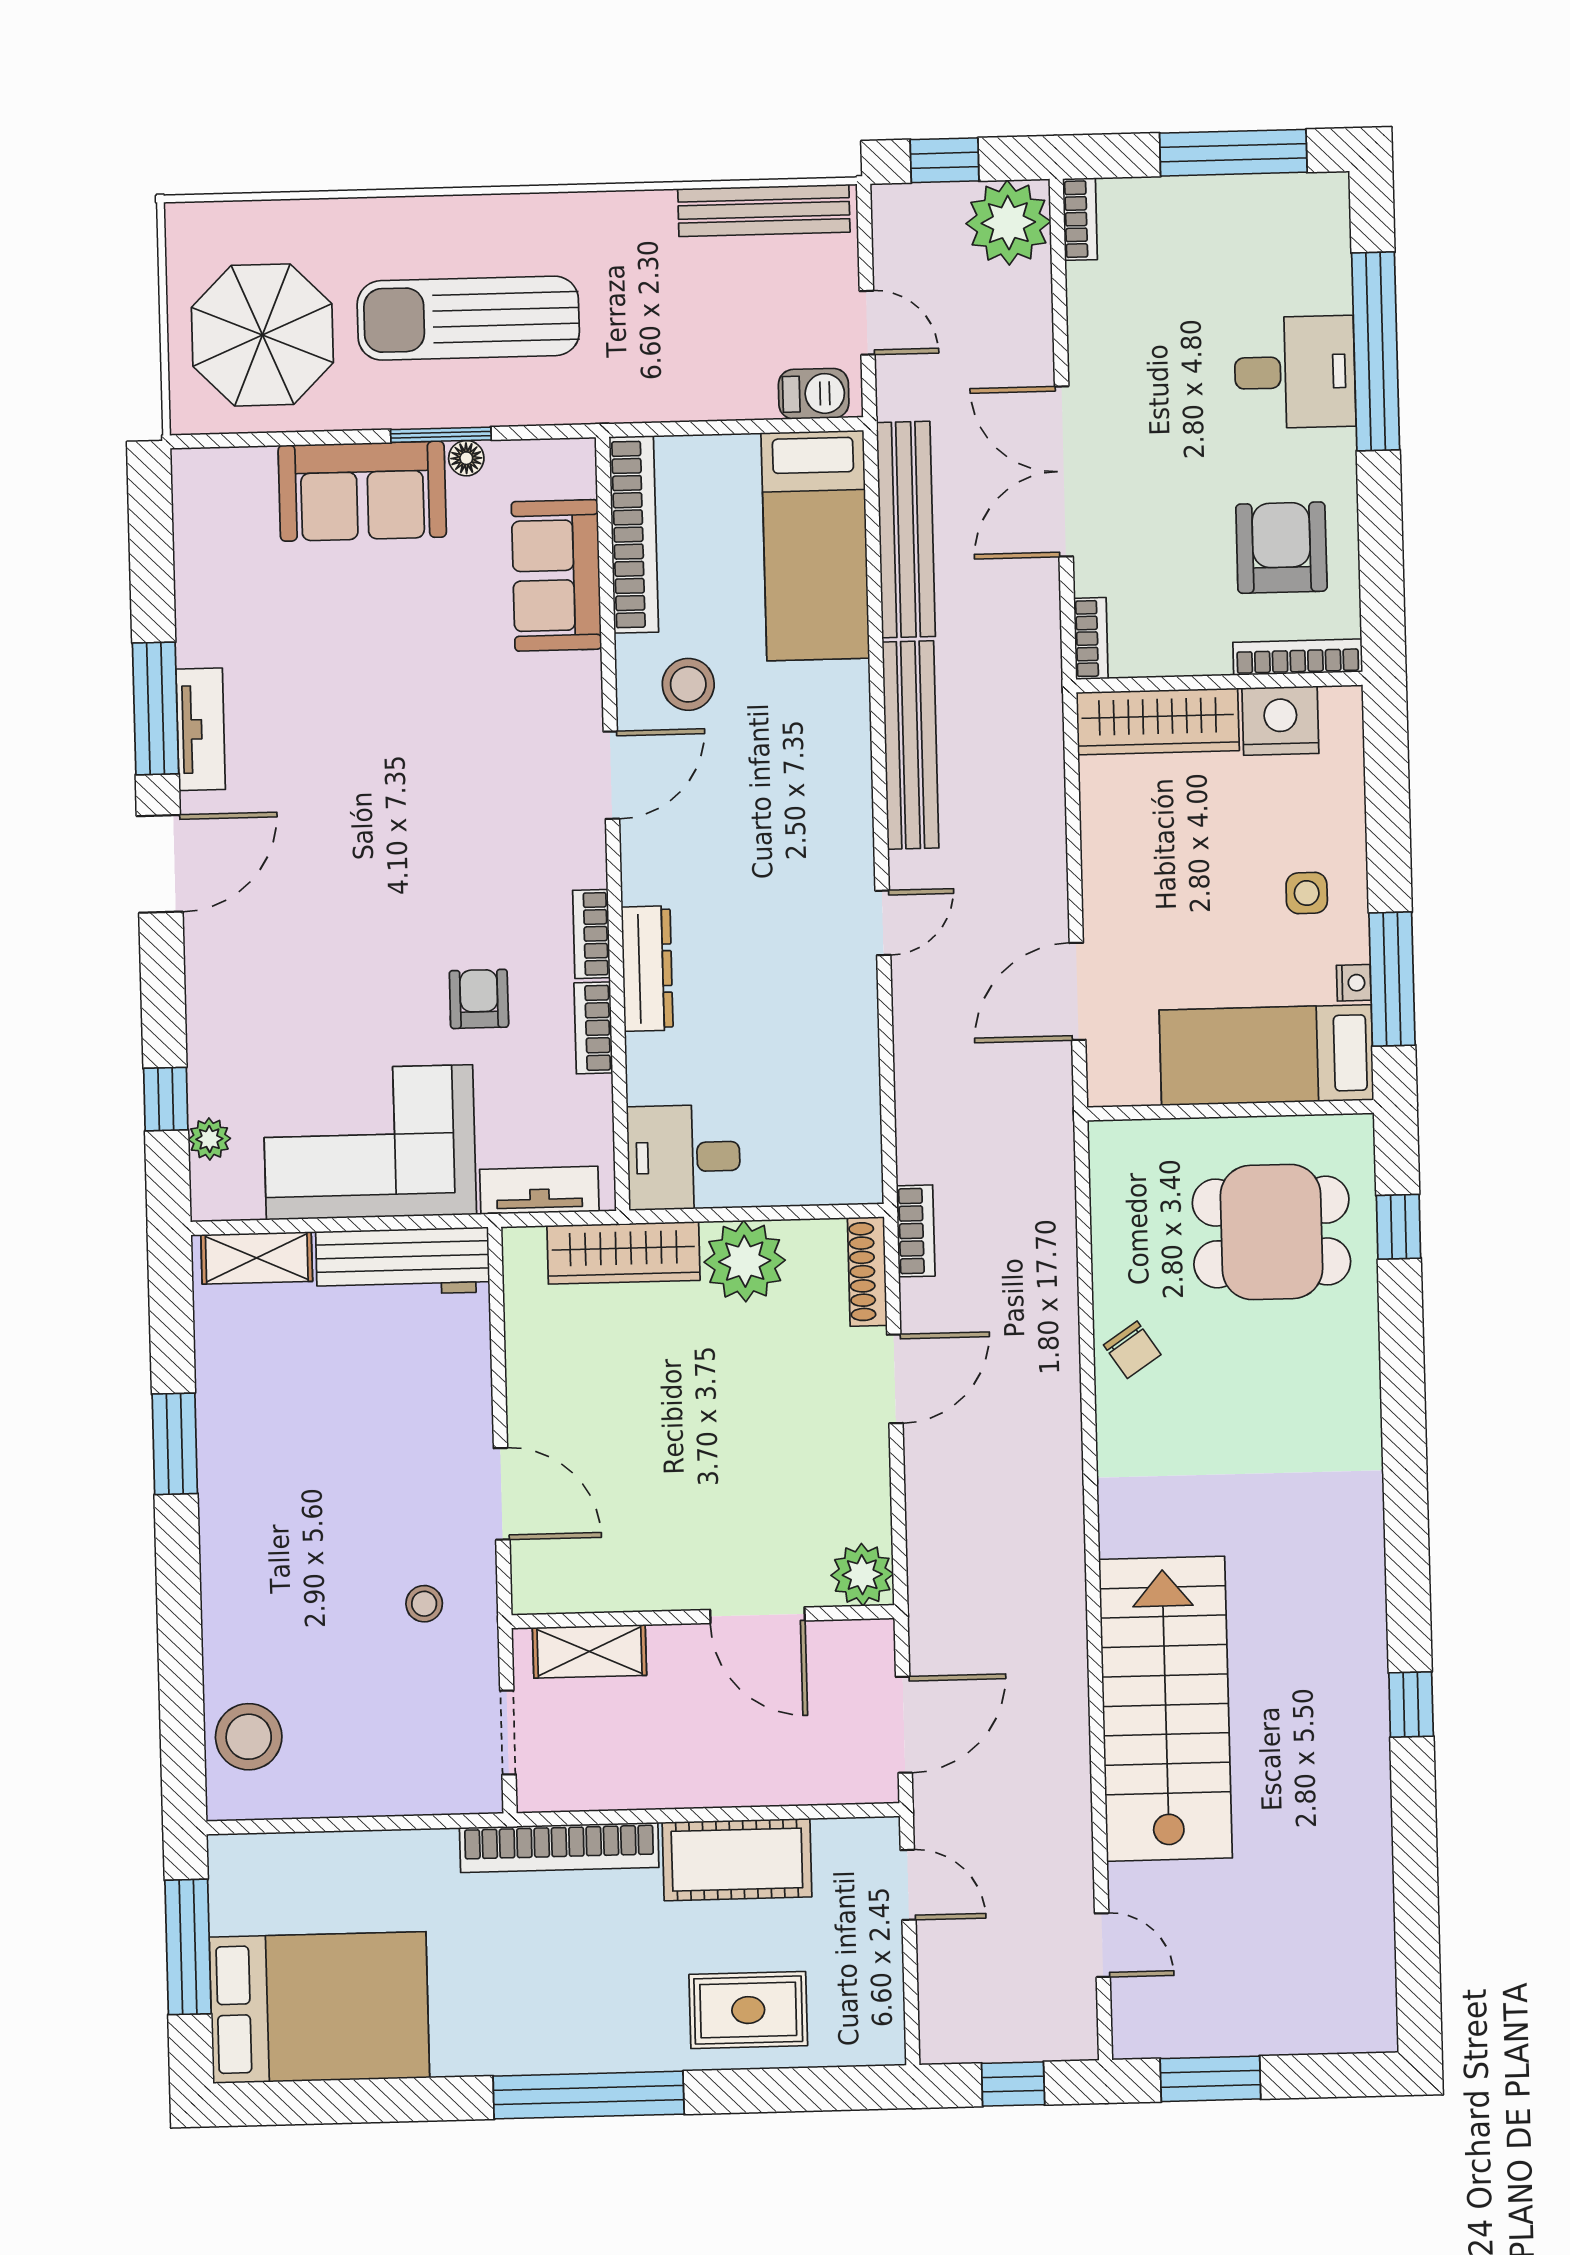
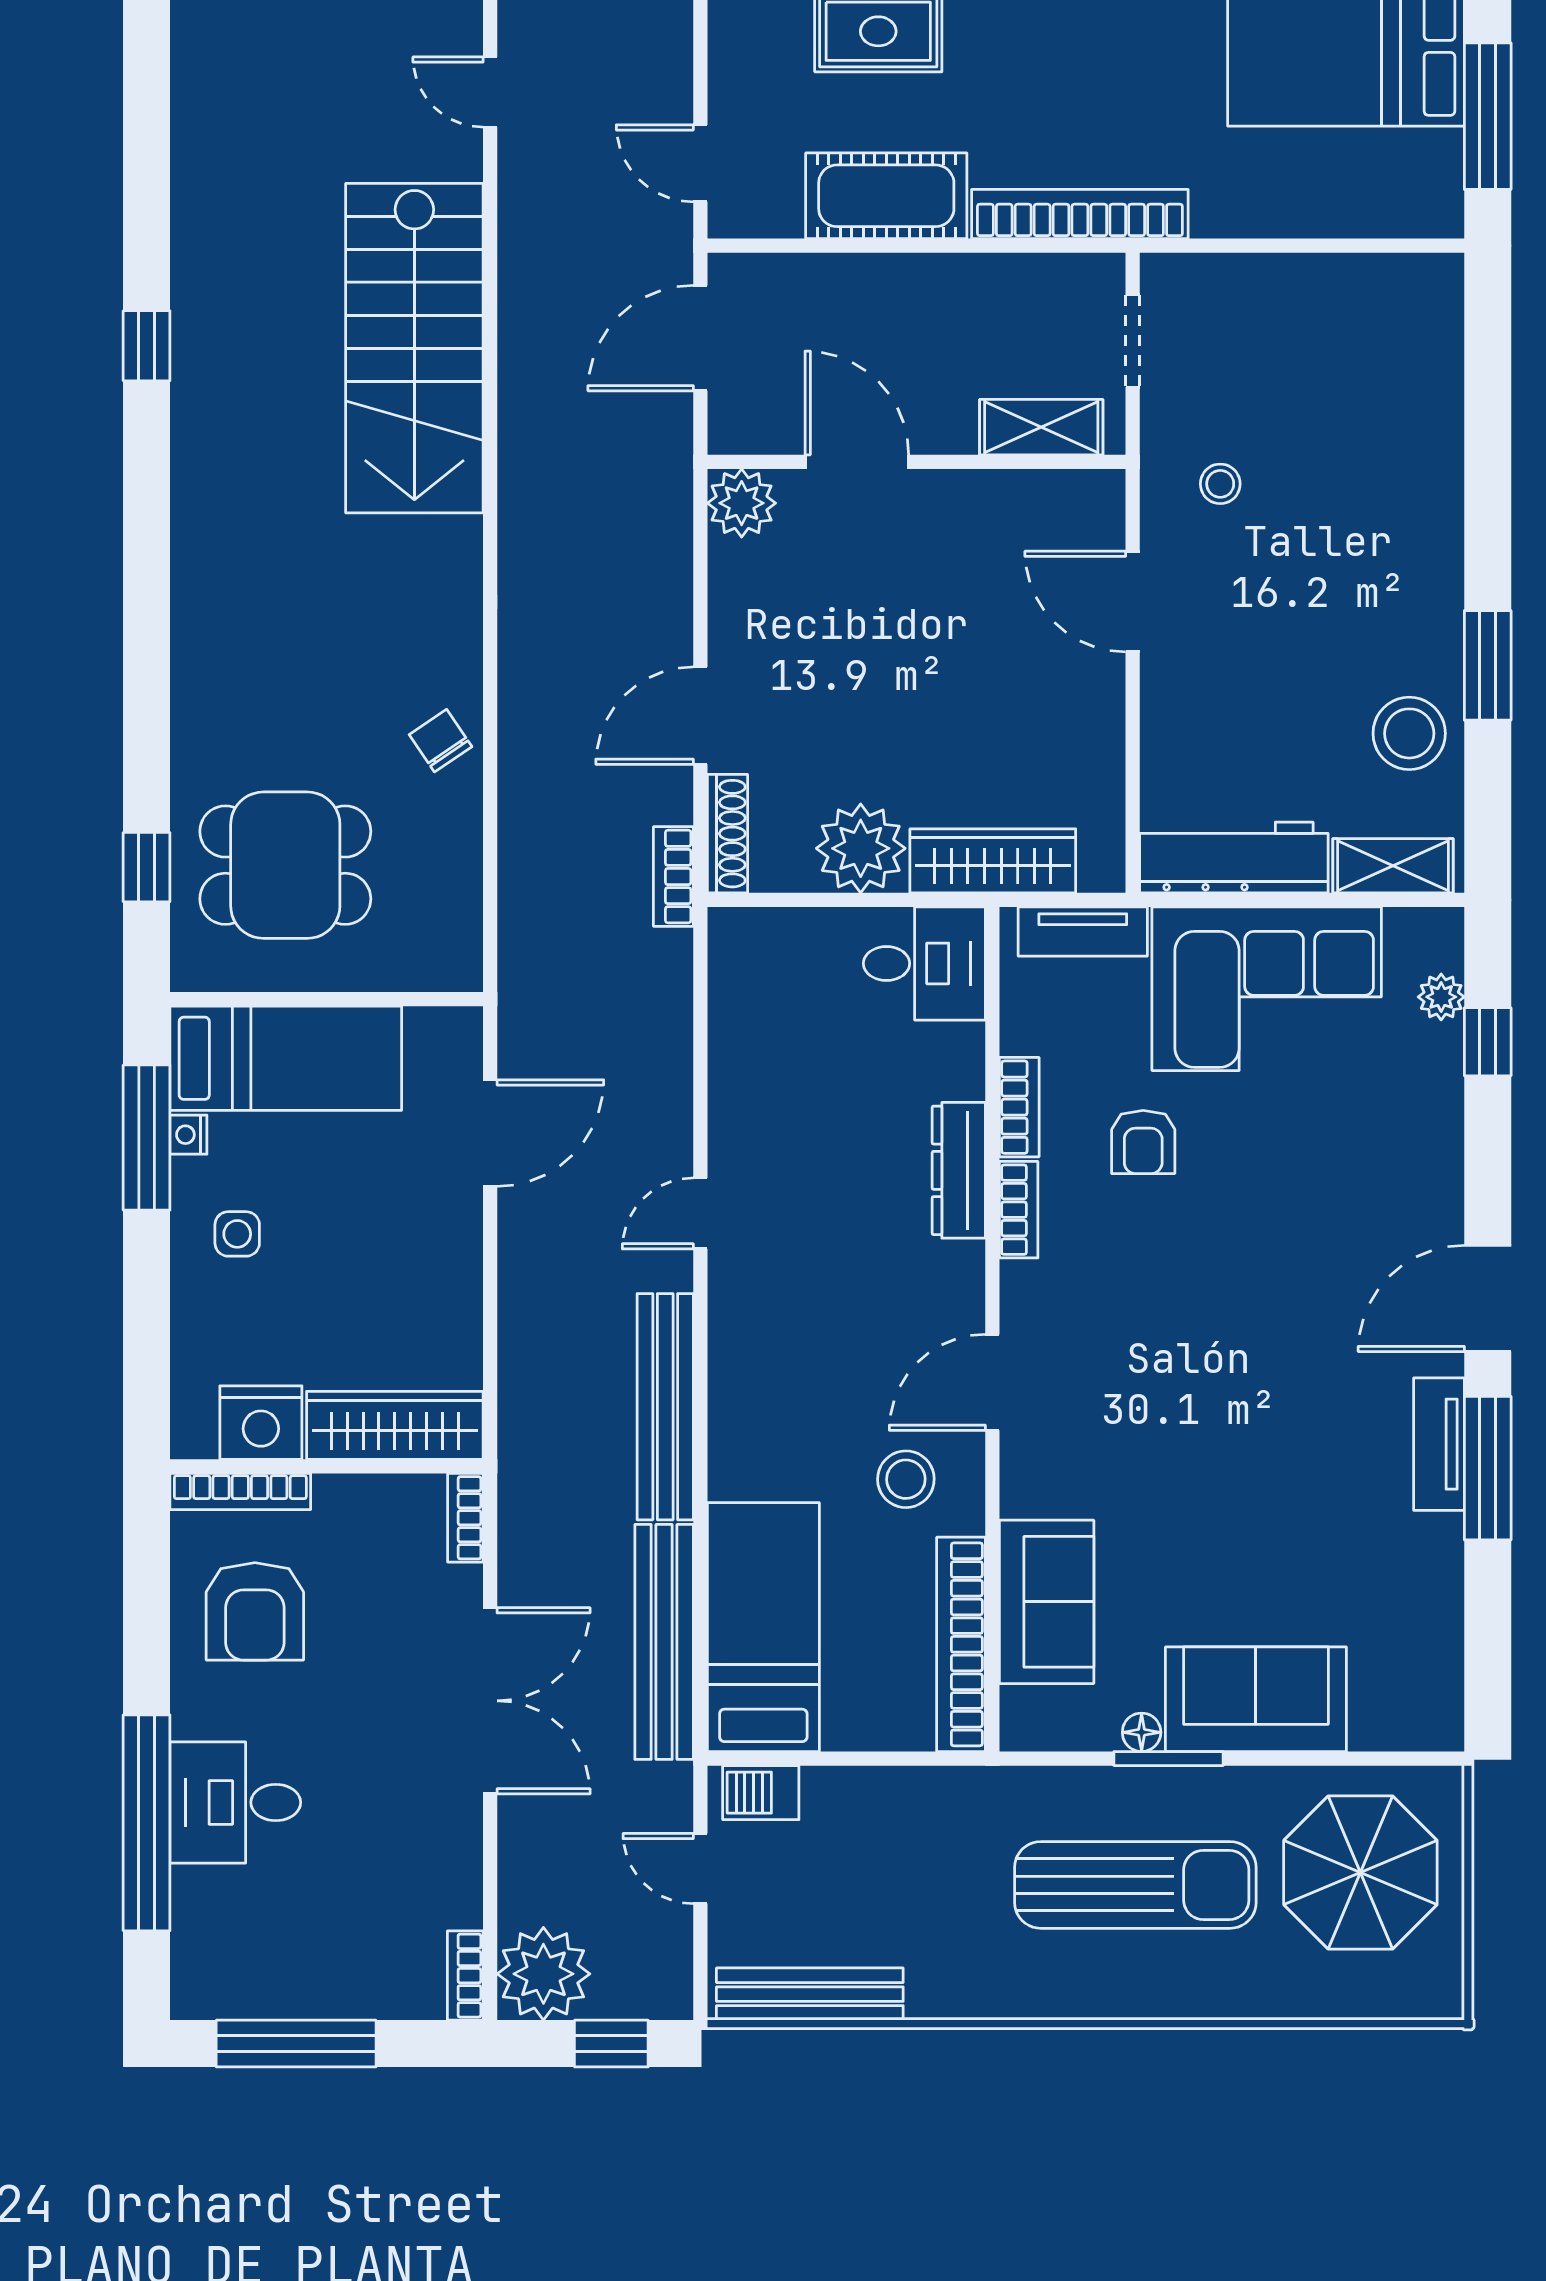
stool: (249, 1737) -> (1409, 733), moved

